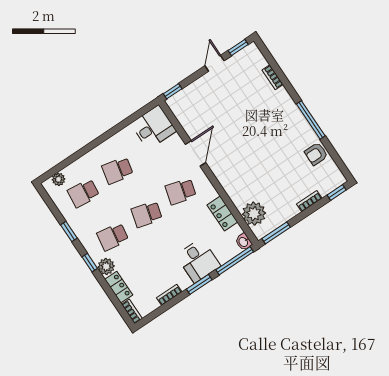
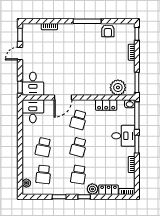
door: (215, 63) -> (20, 54), hinge flipped
desk: (188, 104) -> (33, 84), added
door: (196, 153) -> (63, 98), swing flipped

